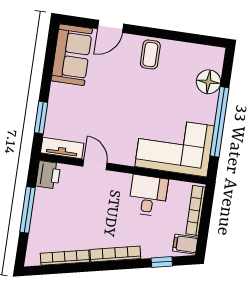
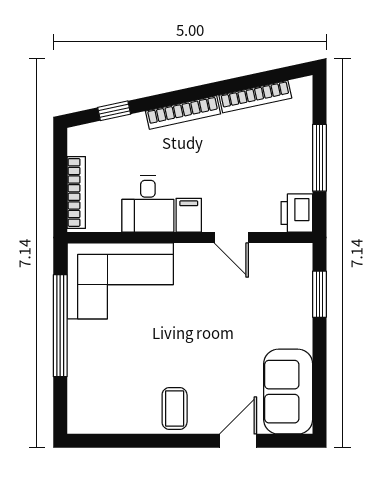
floor lamp: (208, 82) -> (85, 381), removed
tv unit: (62, 148) -> (282, 255), removed
filing cabinet: (185, 244) -> (189, 215), moved, turned -90

